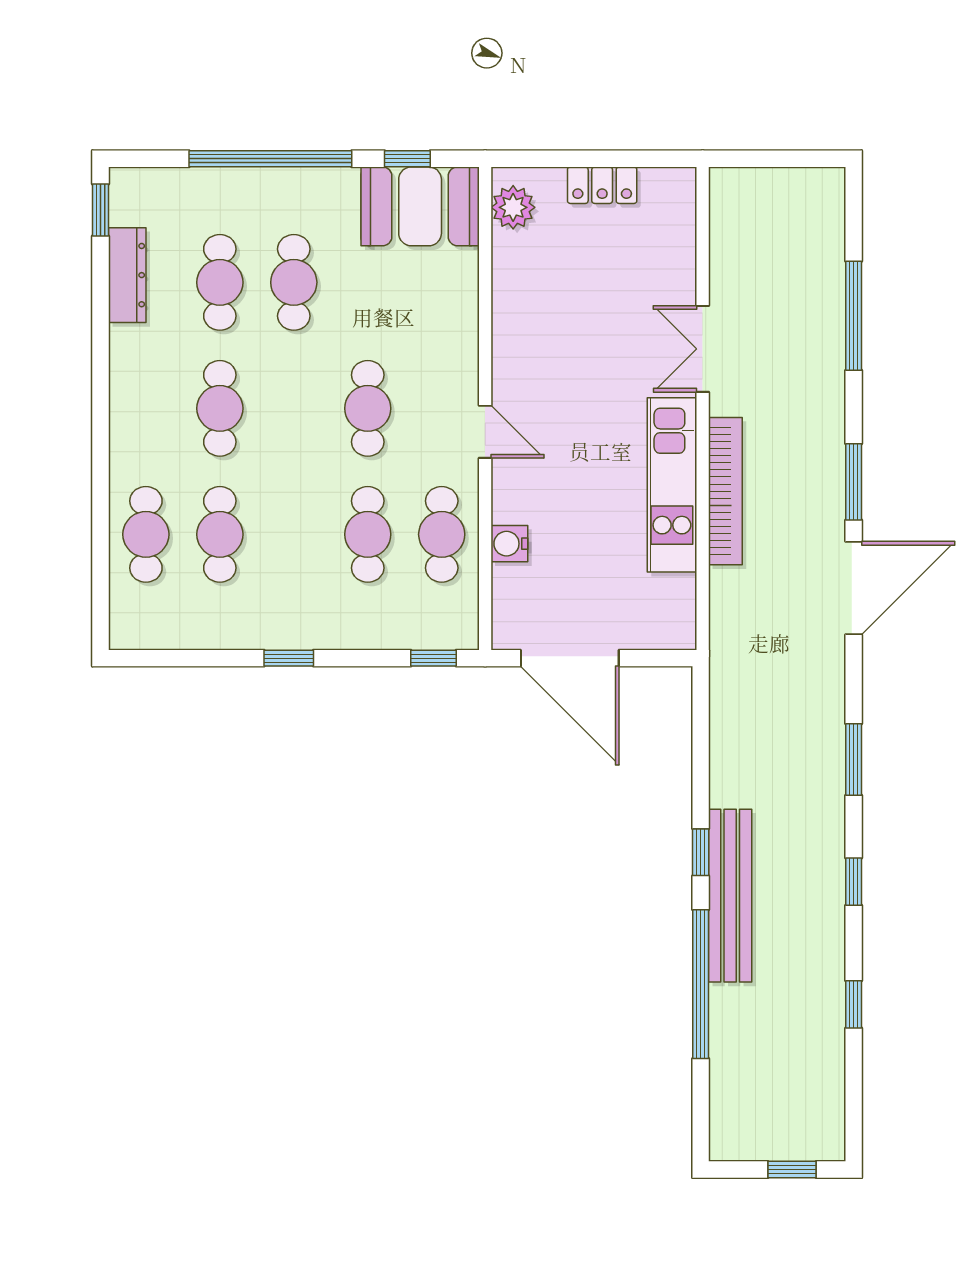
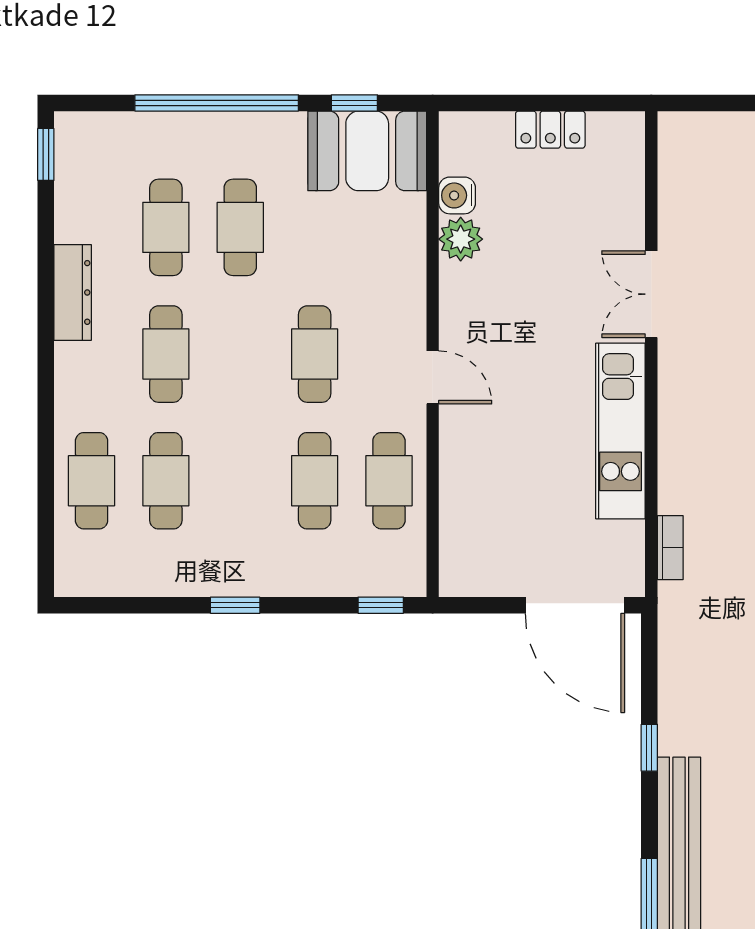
plant: (513, 207) -> (461, 239), moved
dresser: (127, 275) -> (73, 292), moved
bookcase: (725, 491) -> (670, 548), moved, width x0.43, depth x0.76
water cooler: (509, 544) -> (457, 195), moved
door: (570, 658) -> (575, 605), moved
window: (701, 852) -> (649, 748), moved

